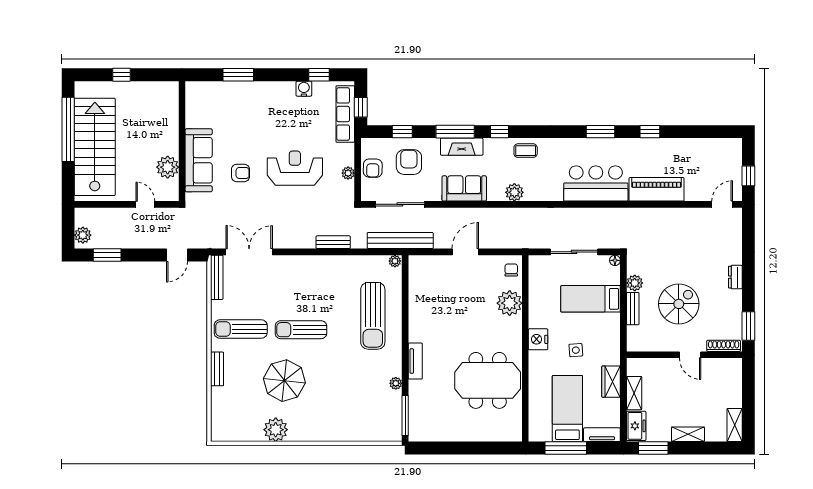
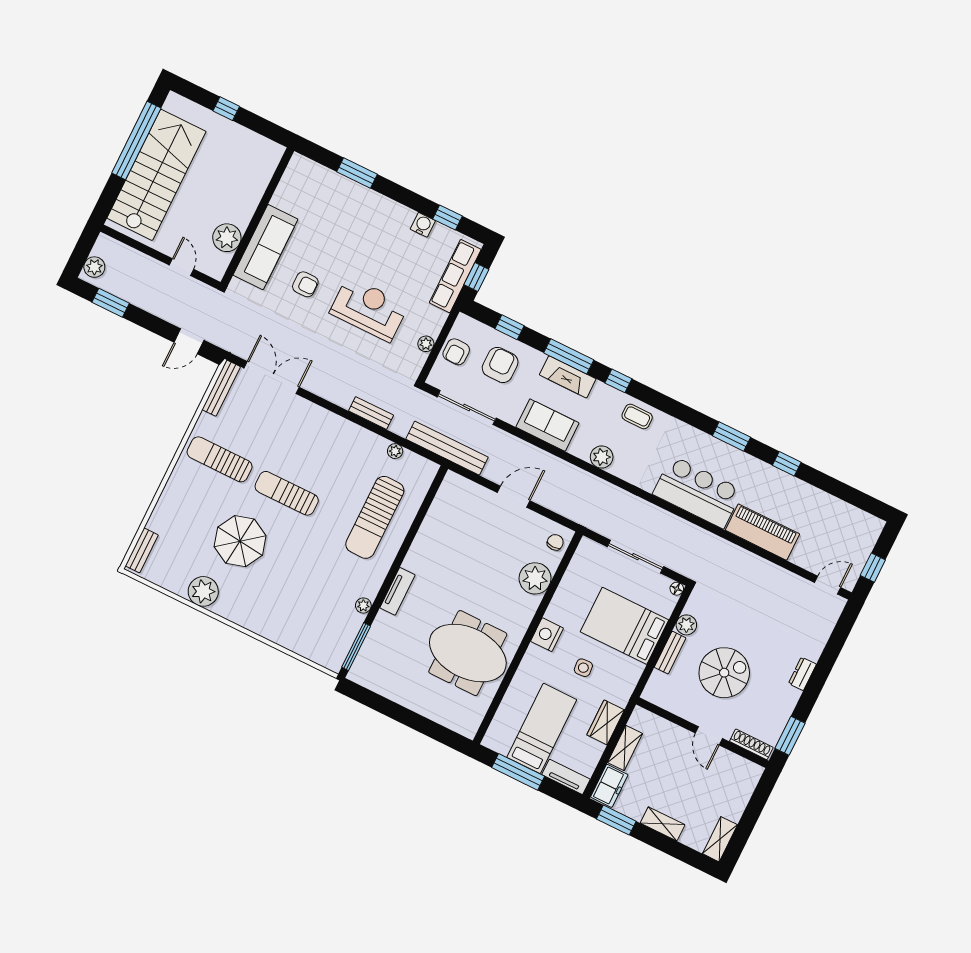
plant: (395, 261) -> (395, 451), moved
bed: (591, 299) -> (624, 626), width x1.50
bench: (217, 369) -> (142, 550), moved

